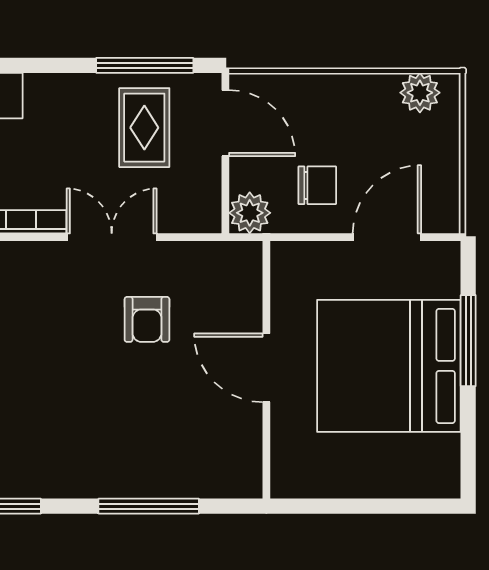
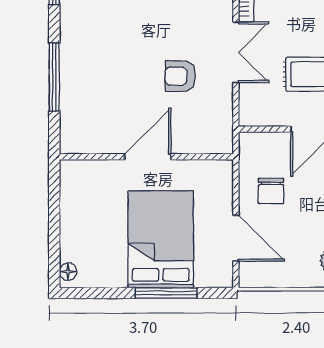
plant: (250, 213) -> (252, 145), removed
bed: (389, 366) -> (161, 239), width x0.73
floor lamp: (437, 486) -> (68, 272), added

